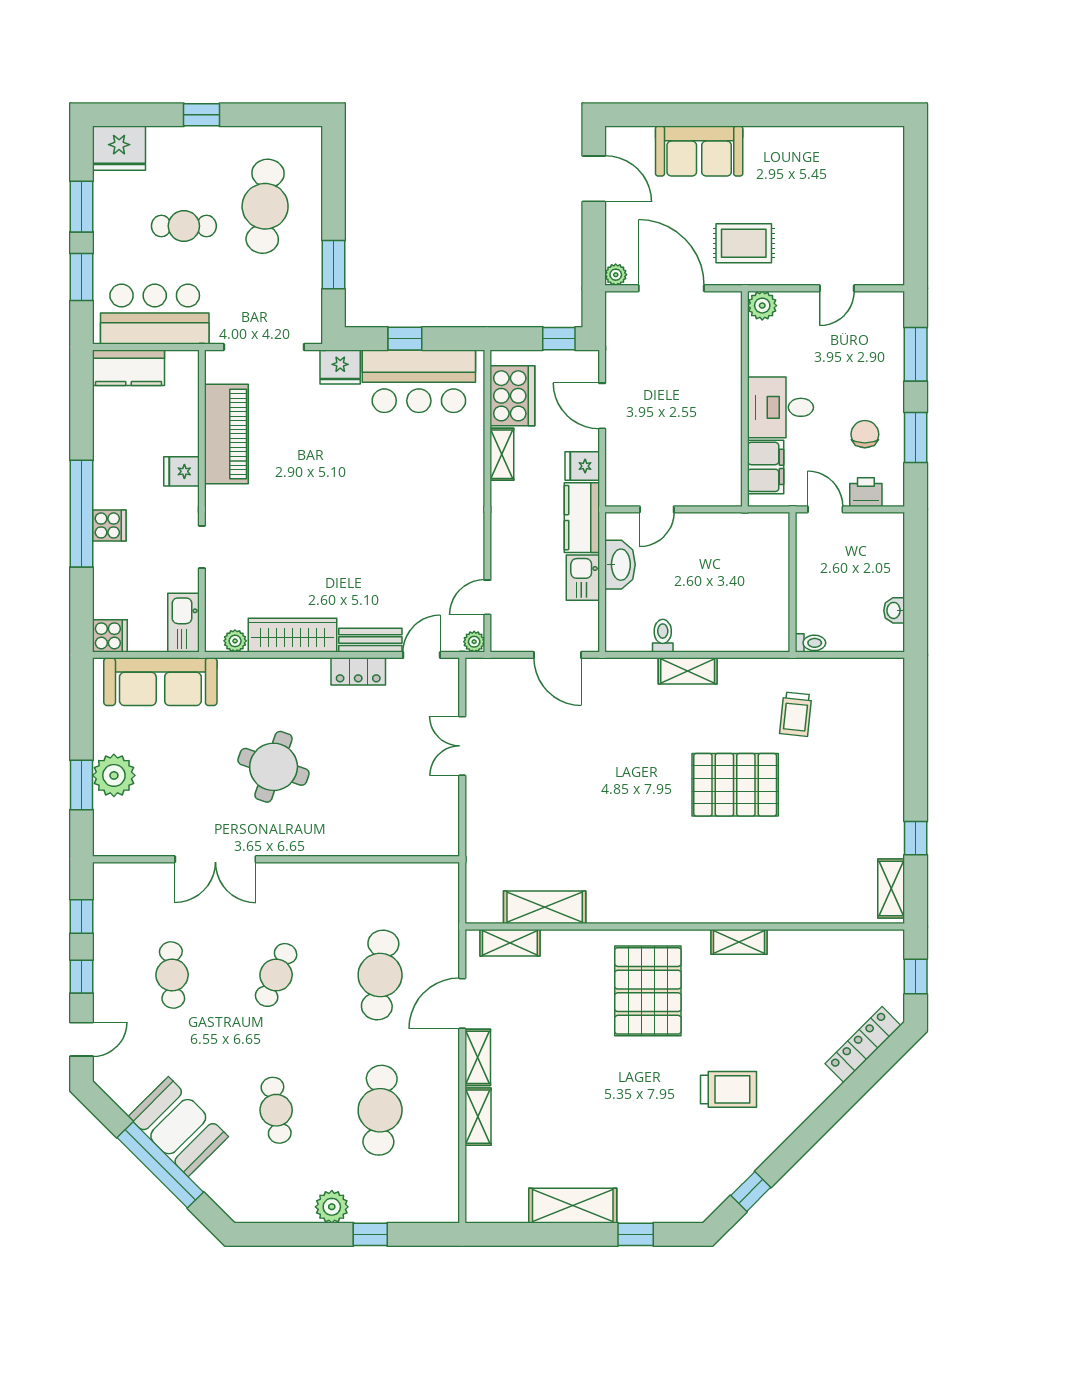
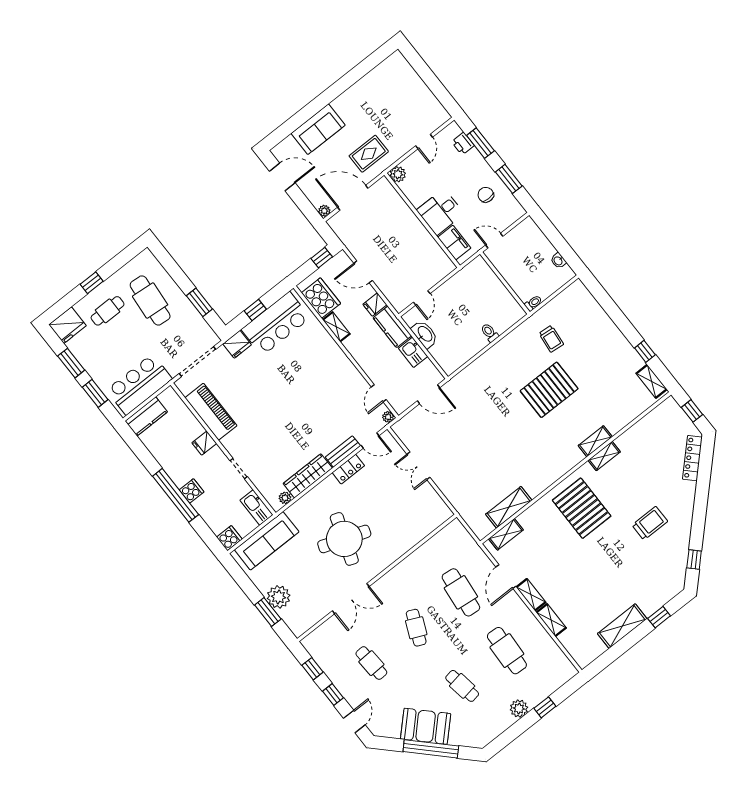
cafe table: (184, 226) -> (108, 311), moved
printer: (866, 492) -> (463, 144), moved, turned -90
toilet: (663, 636) -> (490, 333), moved
door: (422, 655) -> (370, 440), swing flipped
shelving: (688, 671) -> (595, 441), moved
round table: (274, 767) -> (344, 539), width x1.36, depth x1.36

